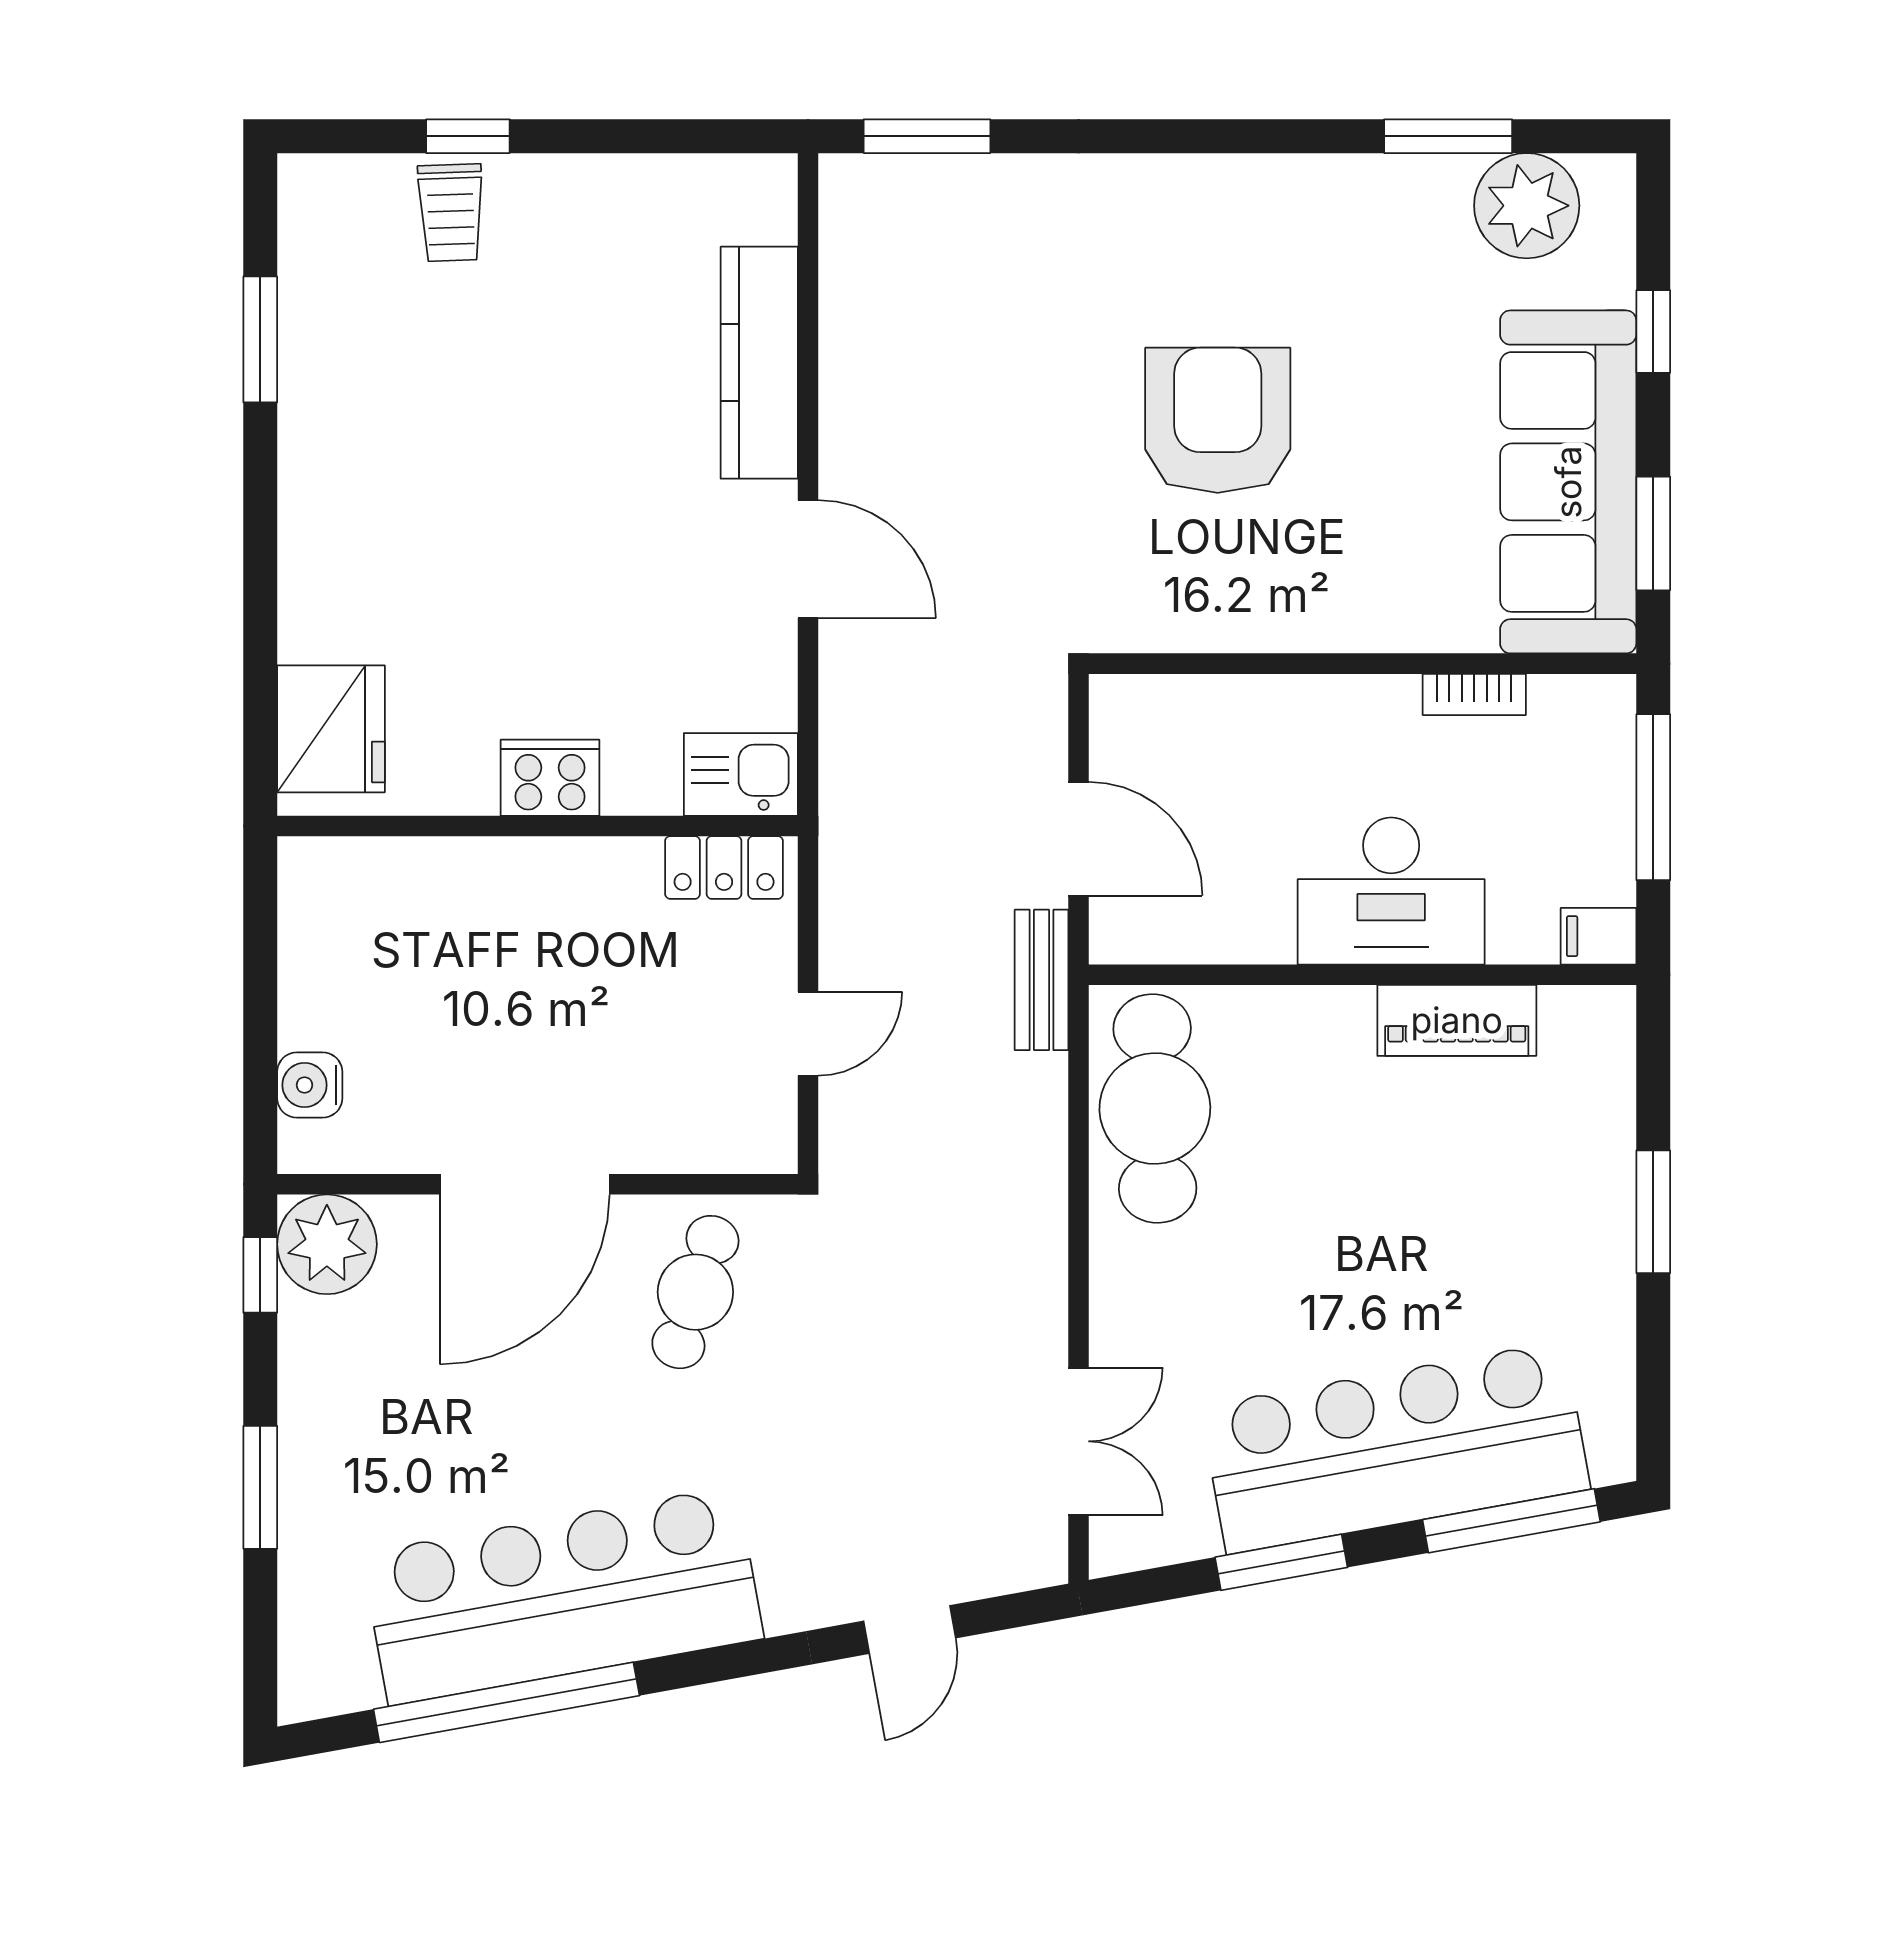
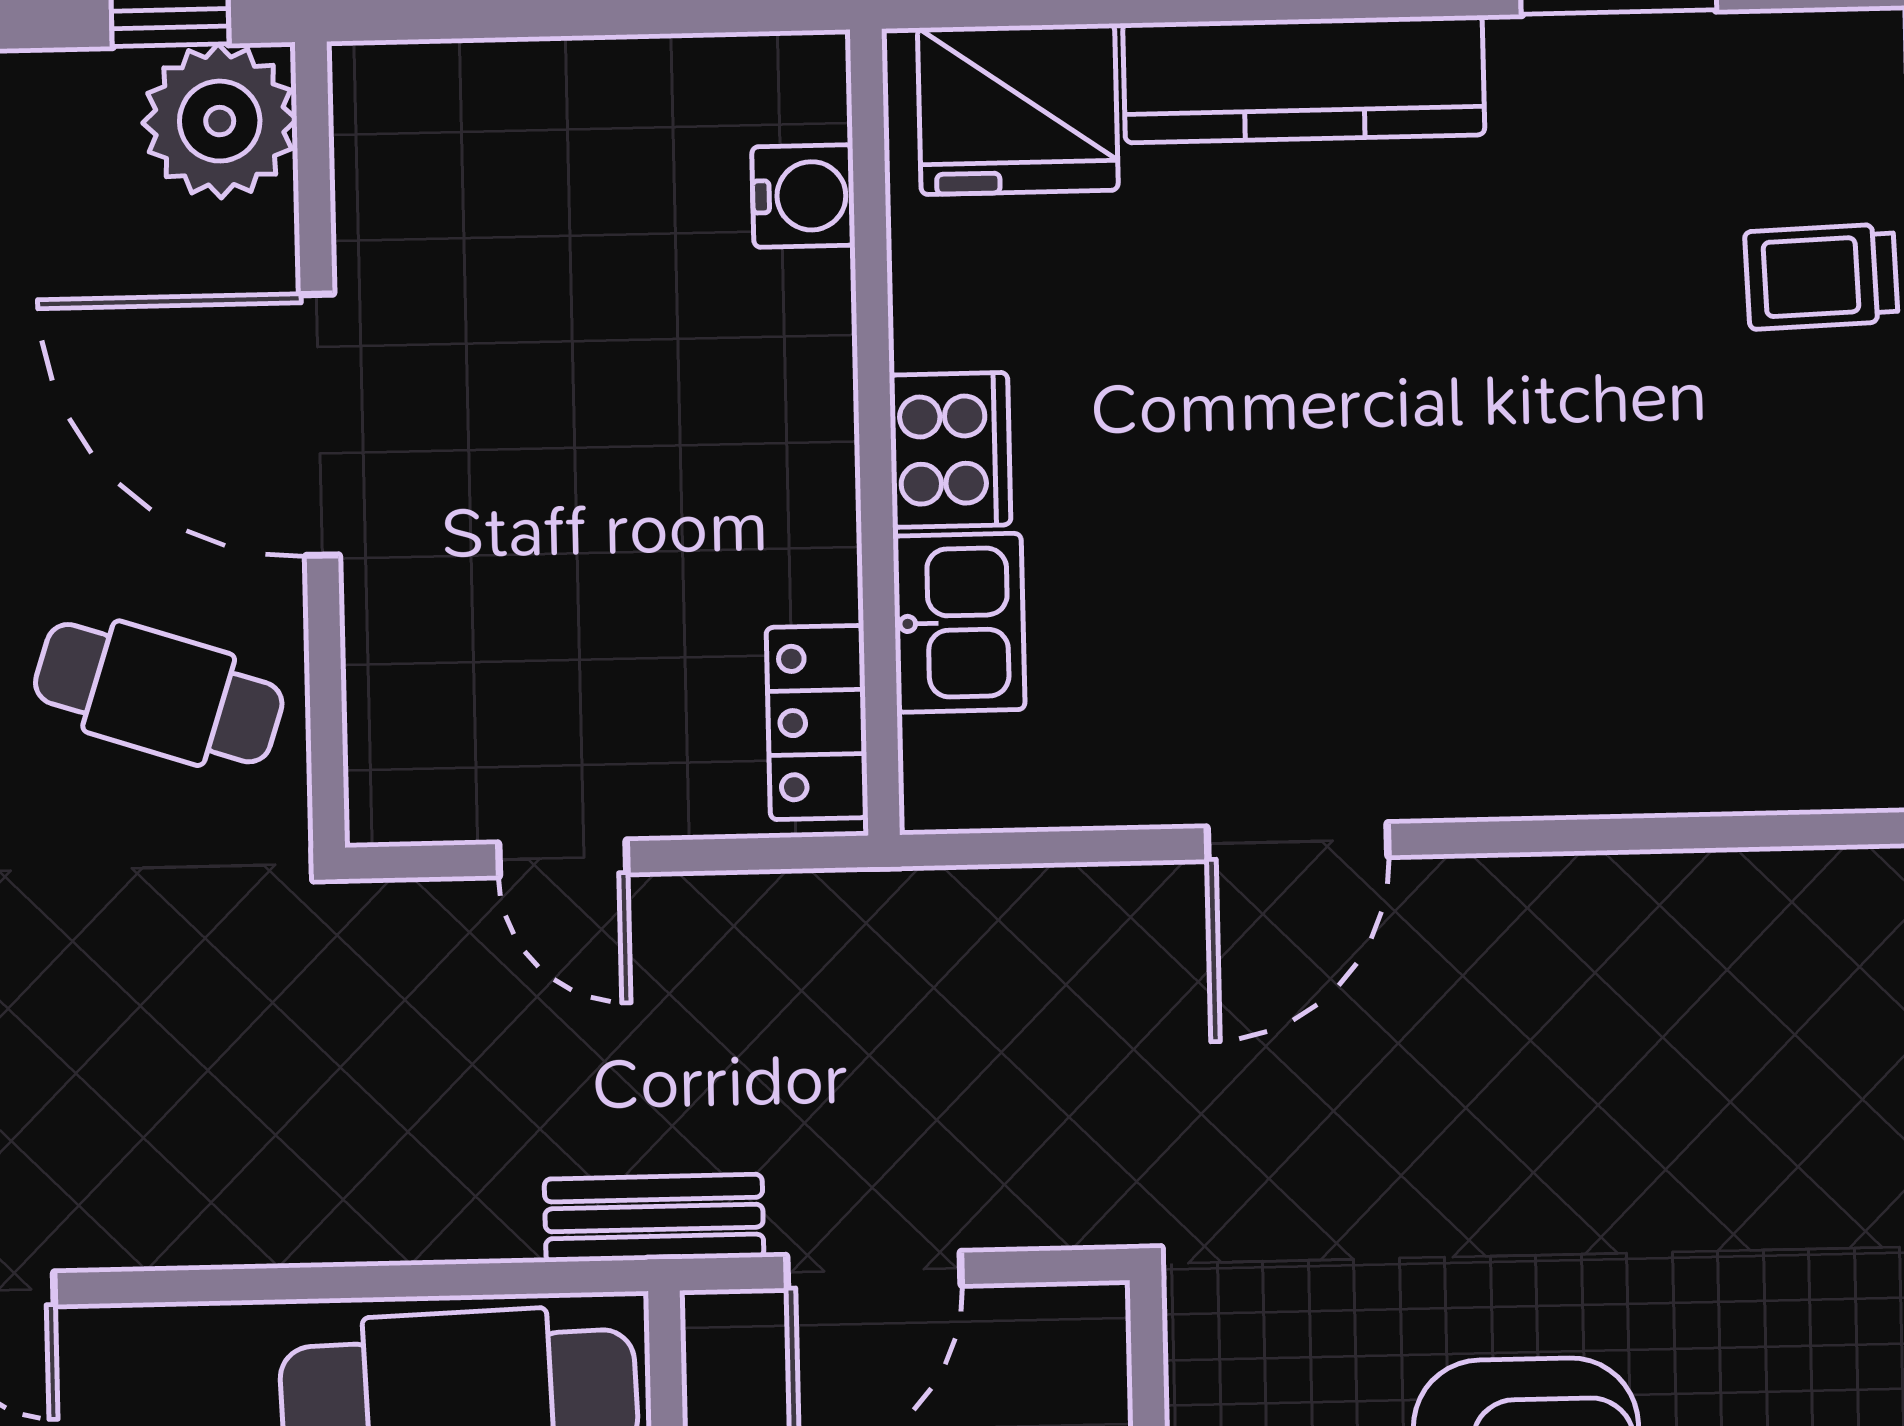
kitchen counter: (759, 363) -> (1304, 79), moved, turned 180
kitchen sink: (741, 774) -> (959, 623), moved
water cooler: (310, 1085) -> (803, 196), moved, turned 90

